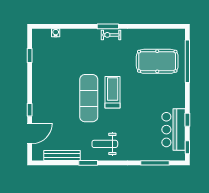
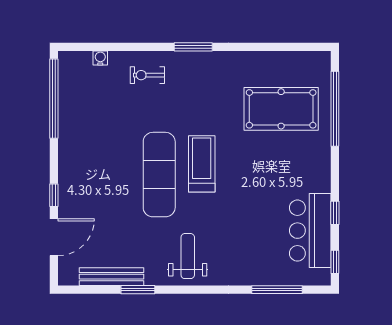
exercise bike: (111, 35) -> (147, 75), moved
window: (30, 55) -> (54, 99), width x3.17
weight bench: (105, 144) -> (188, 256), turned 90
window: (88, 163) -> (138, 290), moved

